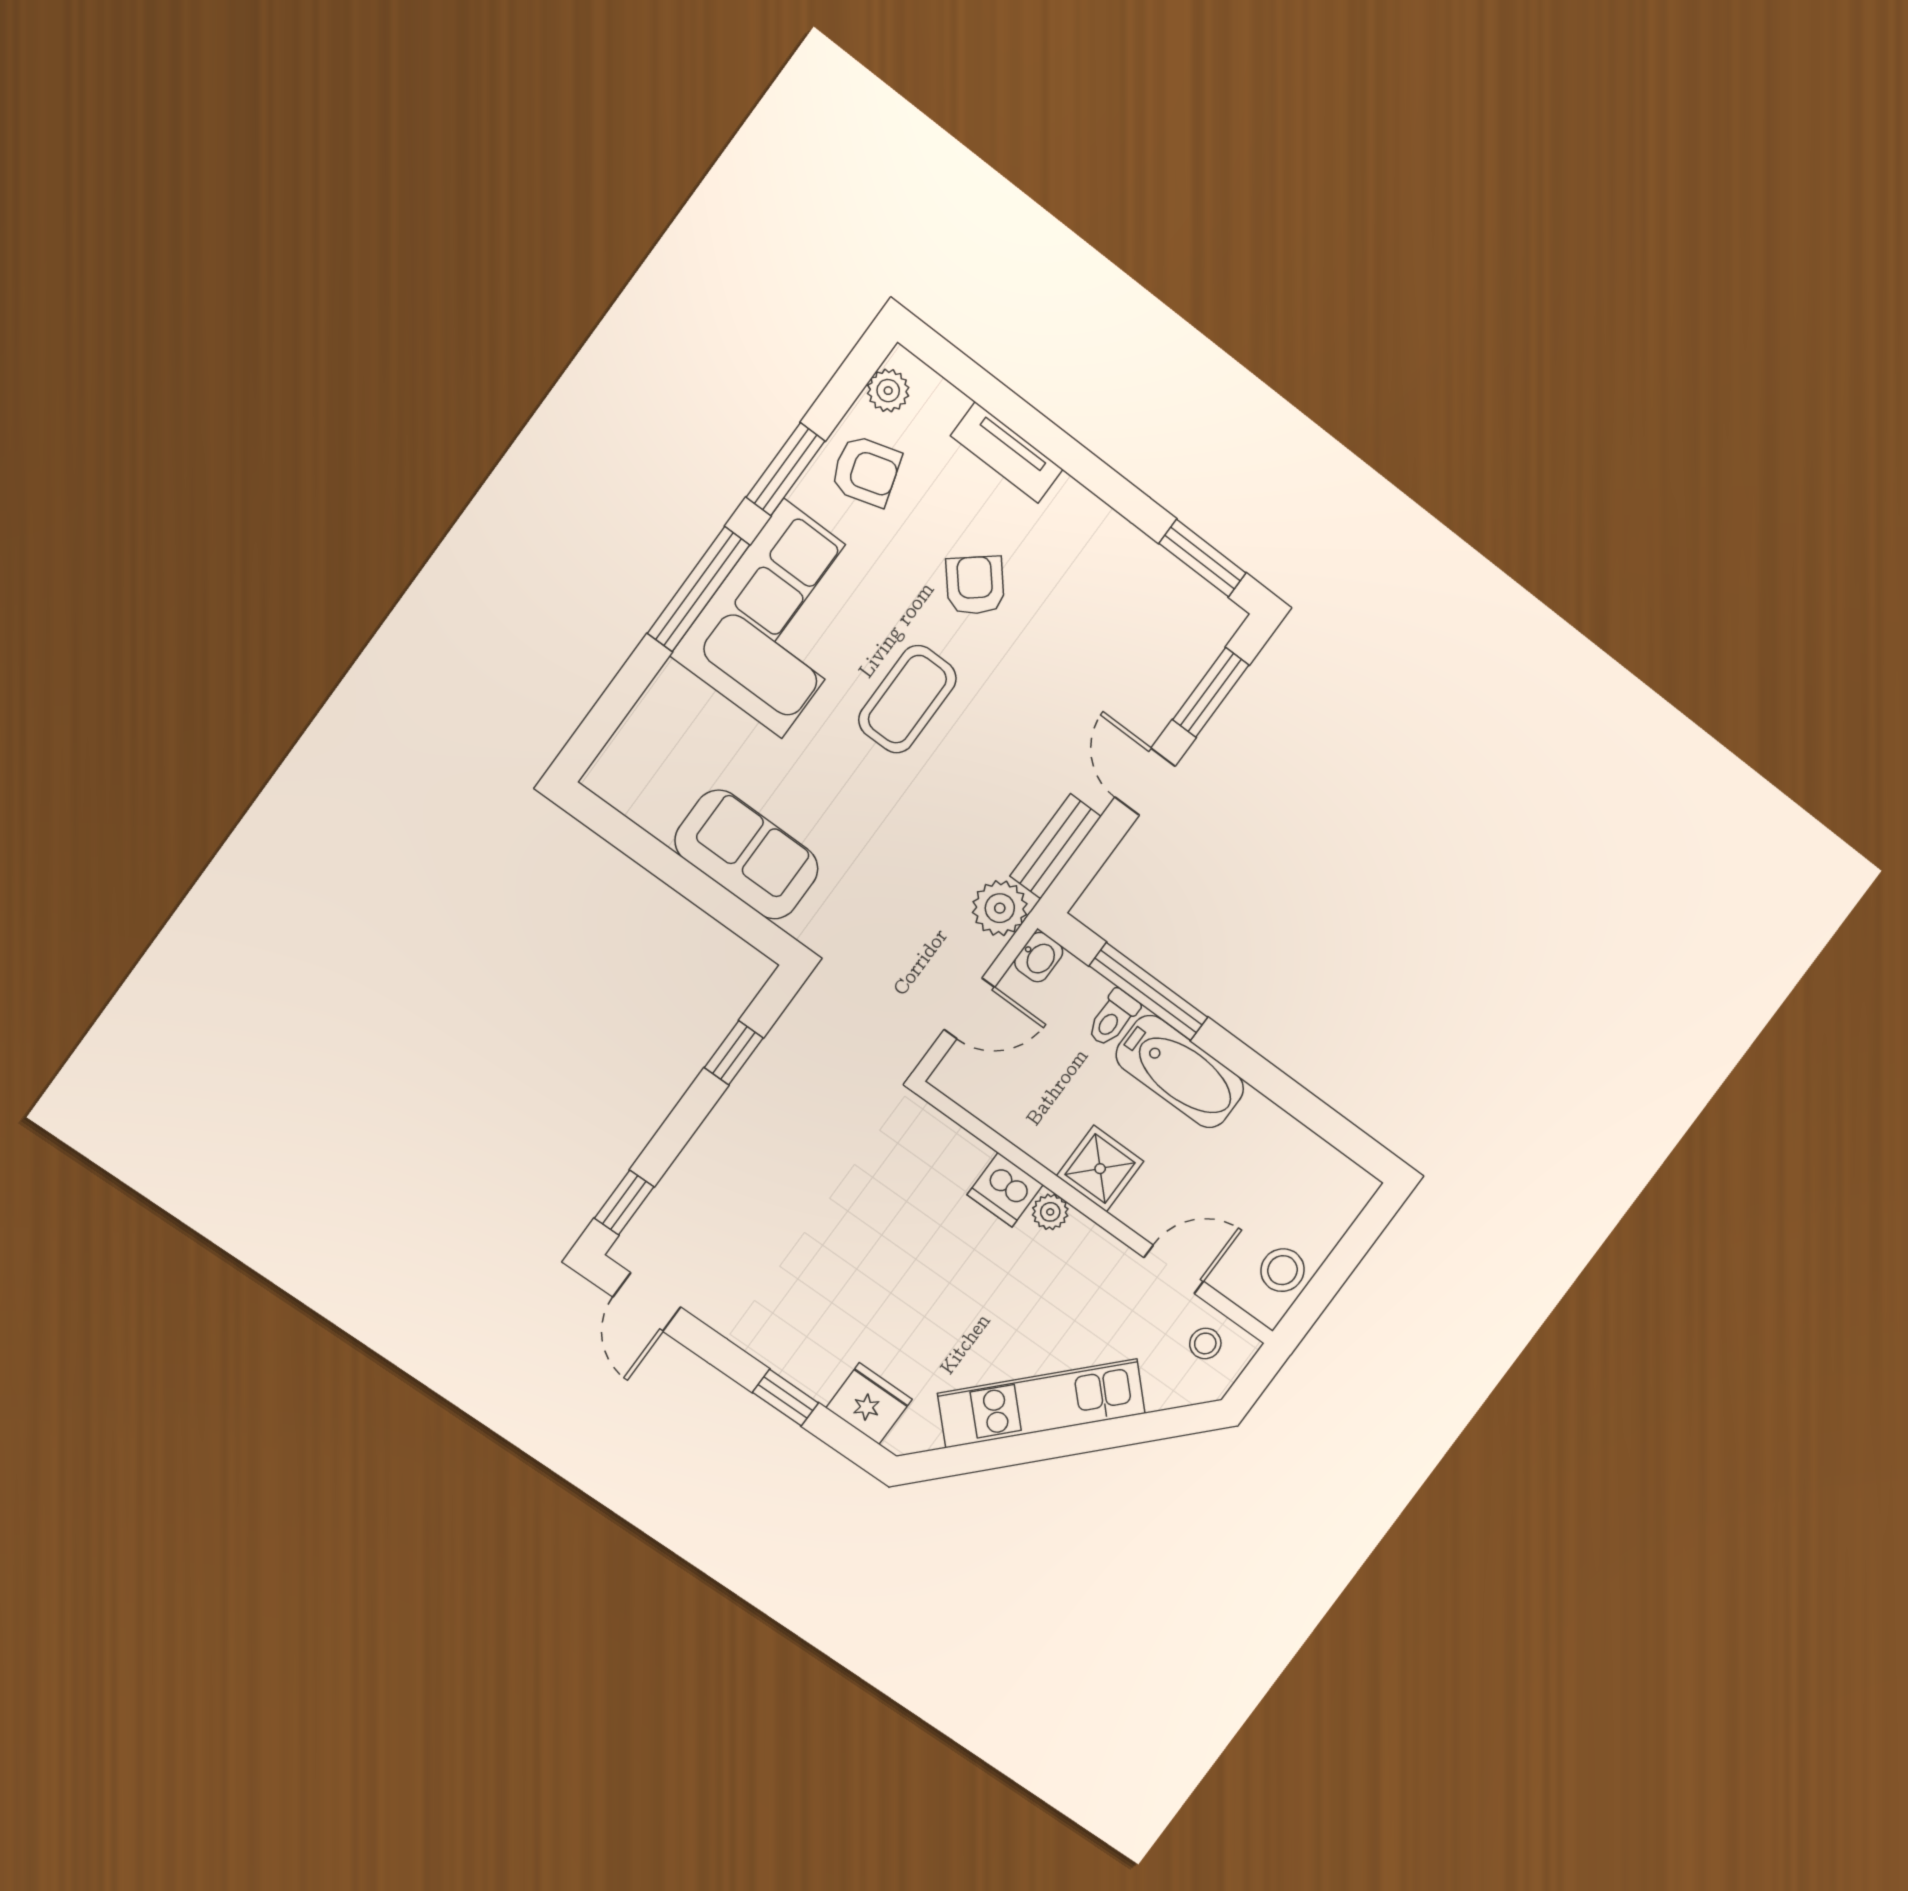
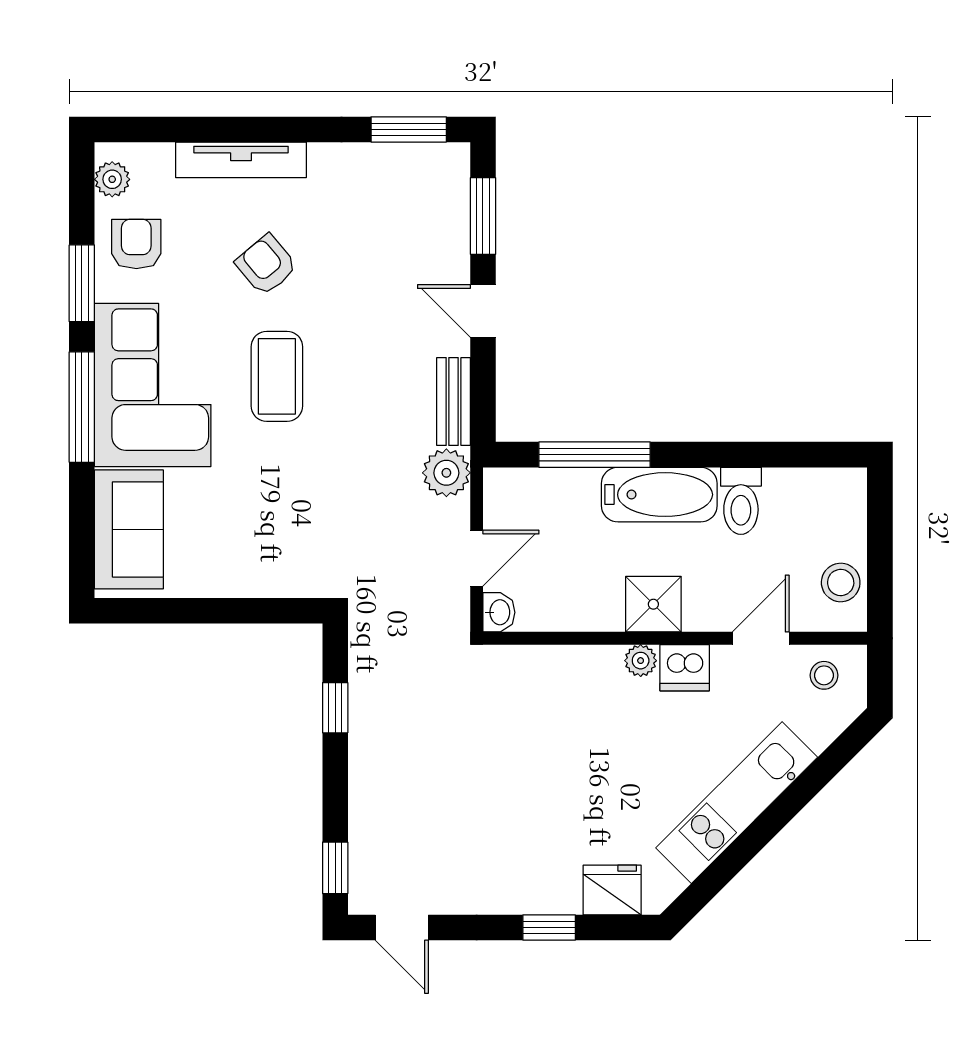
tv unit: (1007, 452) -> (241, 160), width x1.41
armchair: (866, 471) -> (136, 244), turned -73
sofa: (747, 855) -> (129, 529), moved, turned 90
washbasin: (1039, 957) -> (499, 612), moved
toilet: (1113, 1018) -> (741, 501), moved, width x1.37, depth x1.39
dishwasher: (1005, 1190) -> (685, 668), moved

